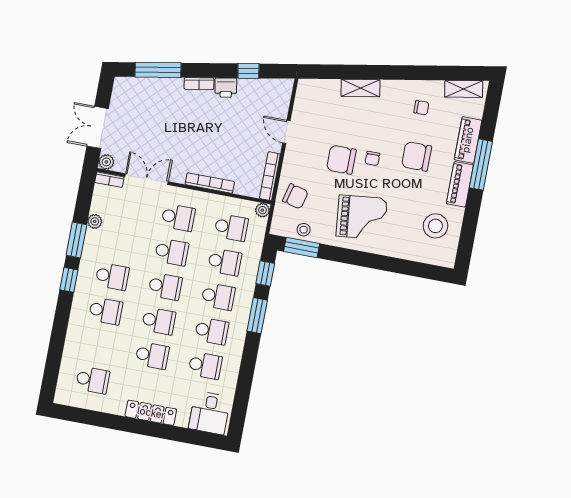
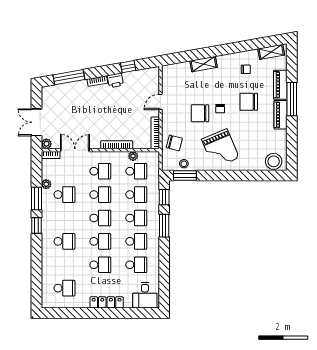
door: (286, 132) -> (160, 102), hinge flipped
plant: (262, 210) -> (133, 156), moved
grand piano: (362, 217) -> (220, 148), turned 73
stool: (435, 226) -> (274, 161), moved
school desk: (112, 276) -> (64, 195), moved

